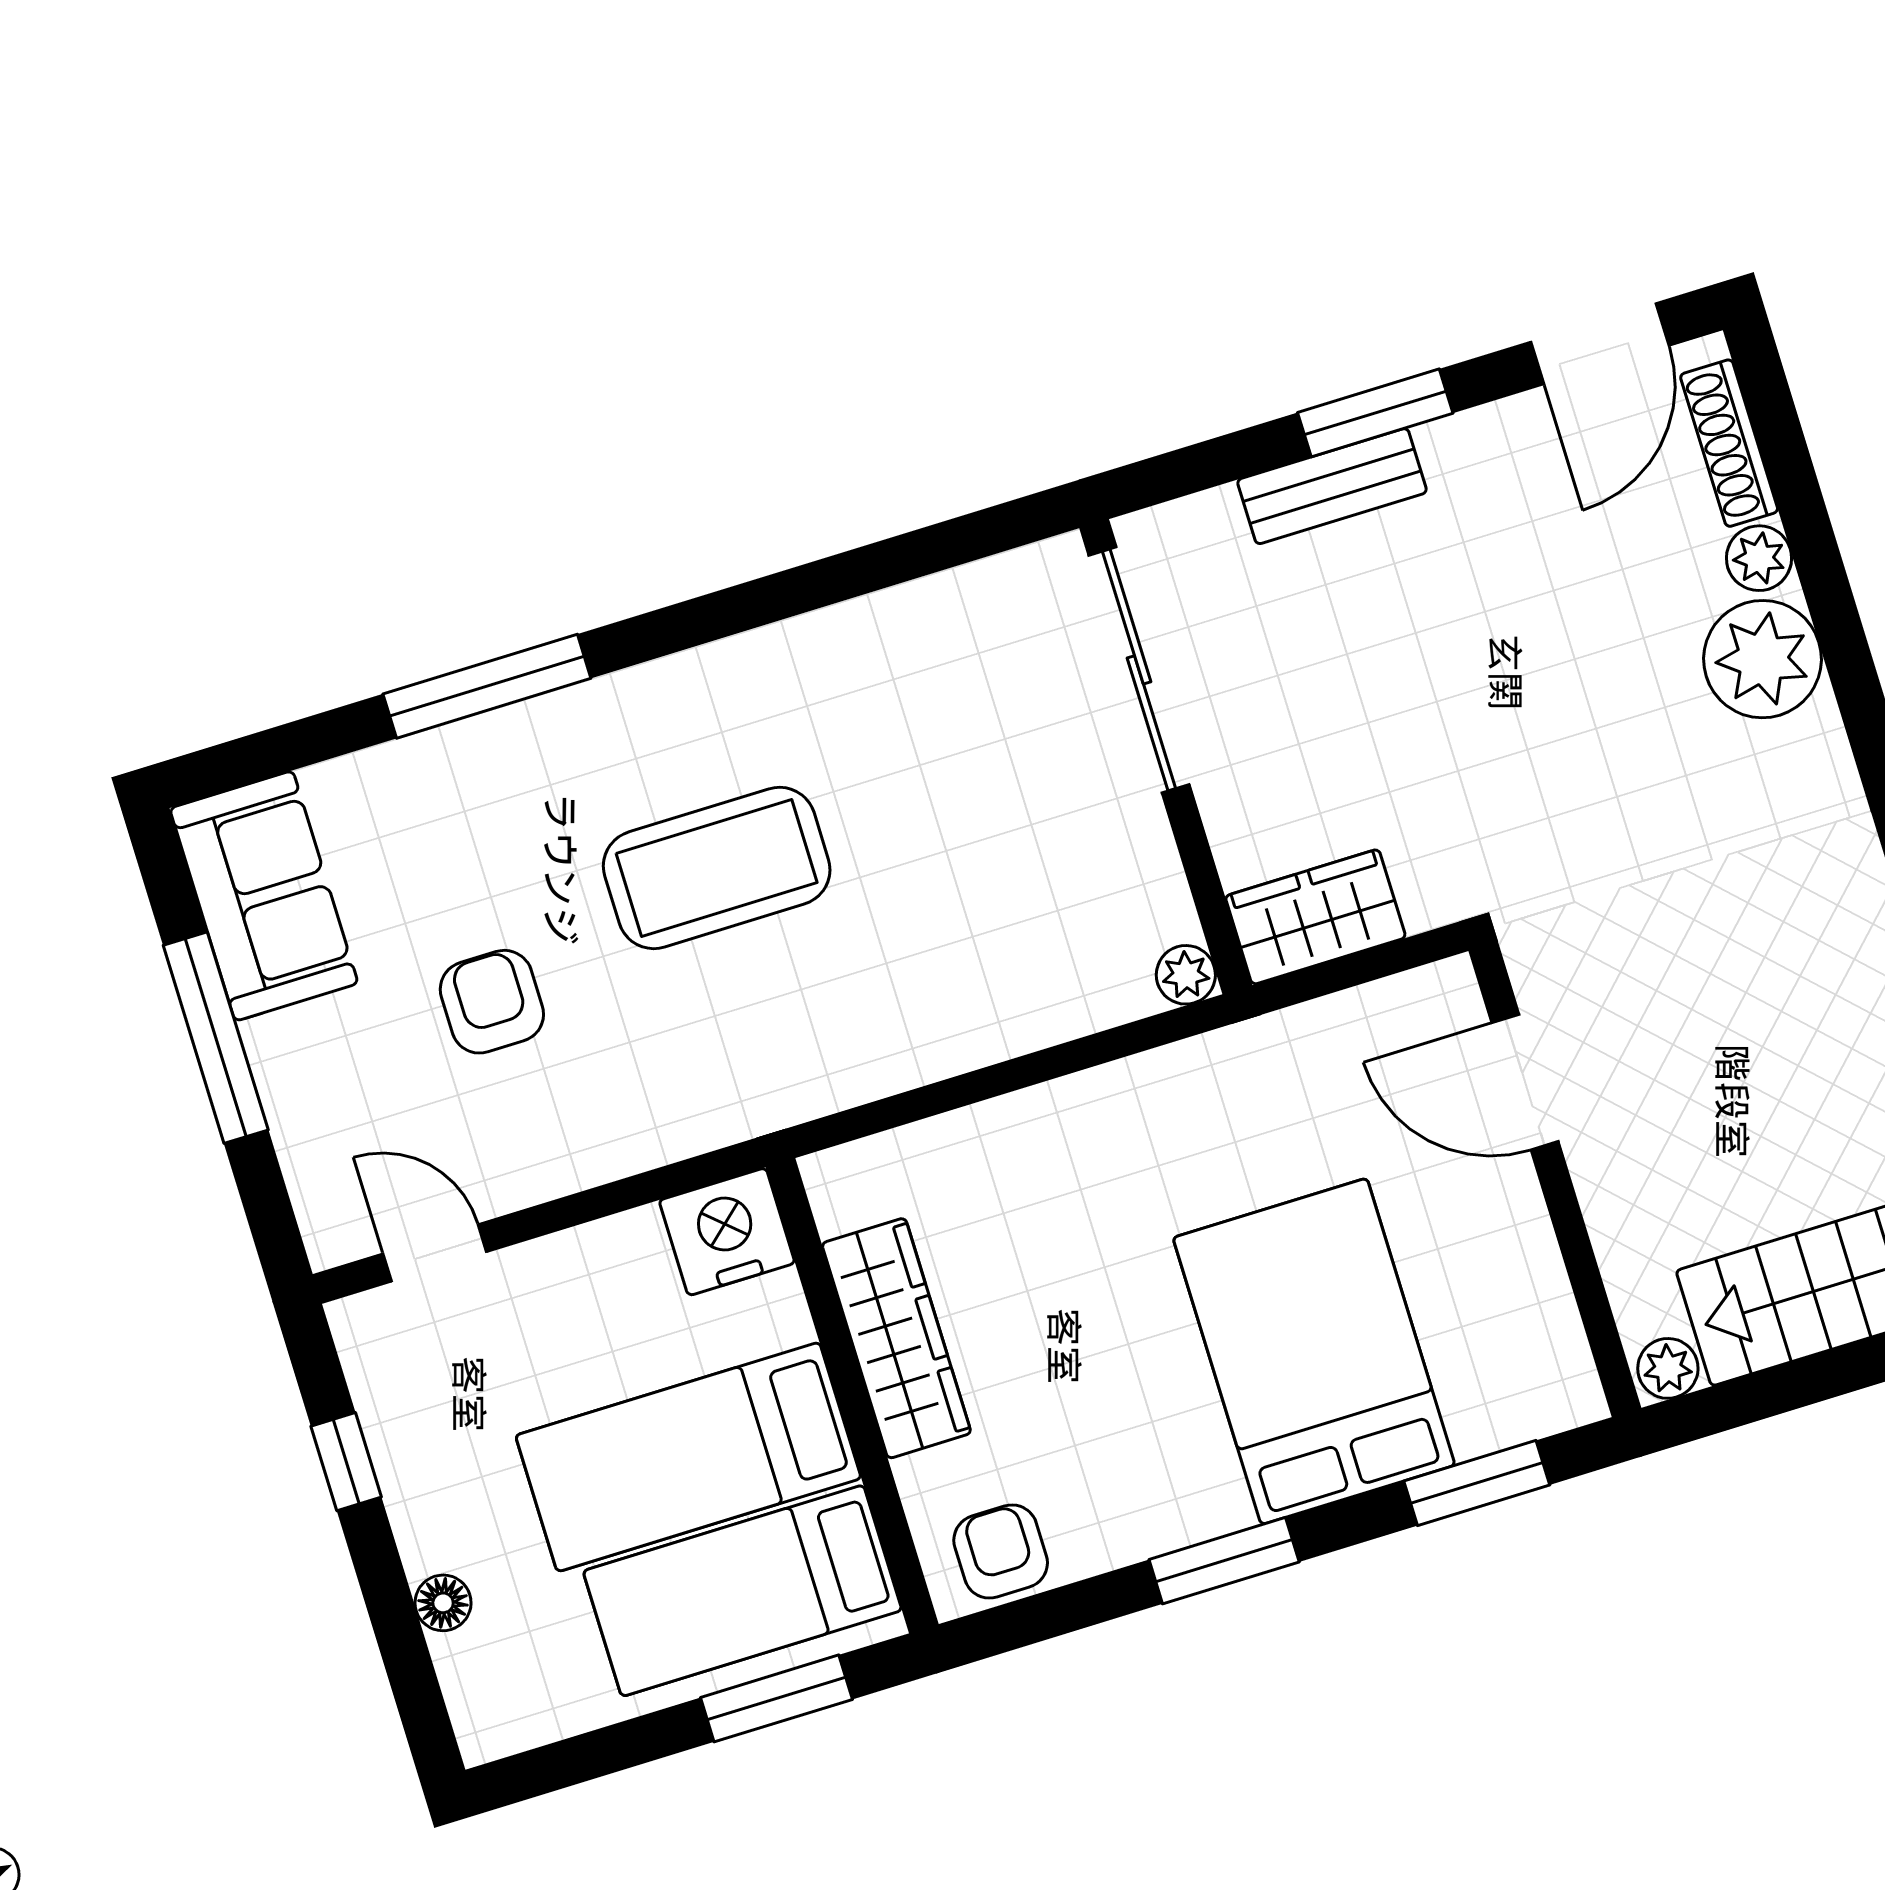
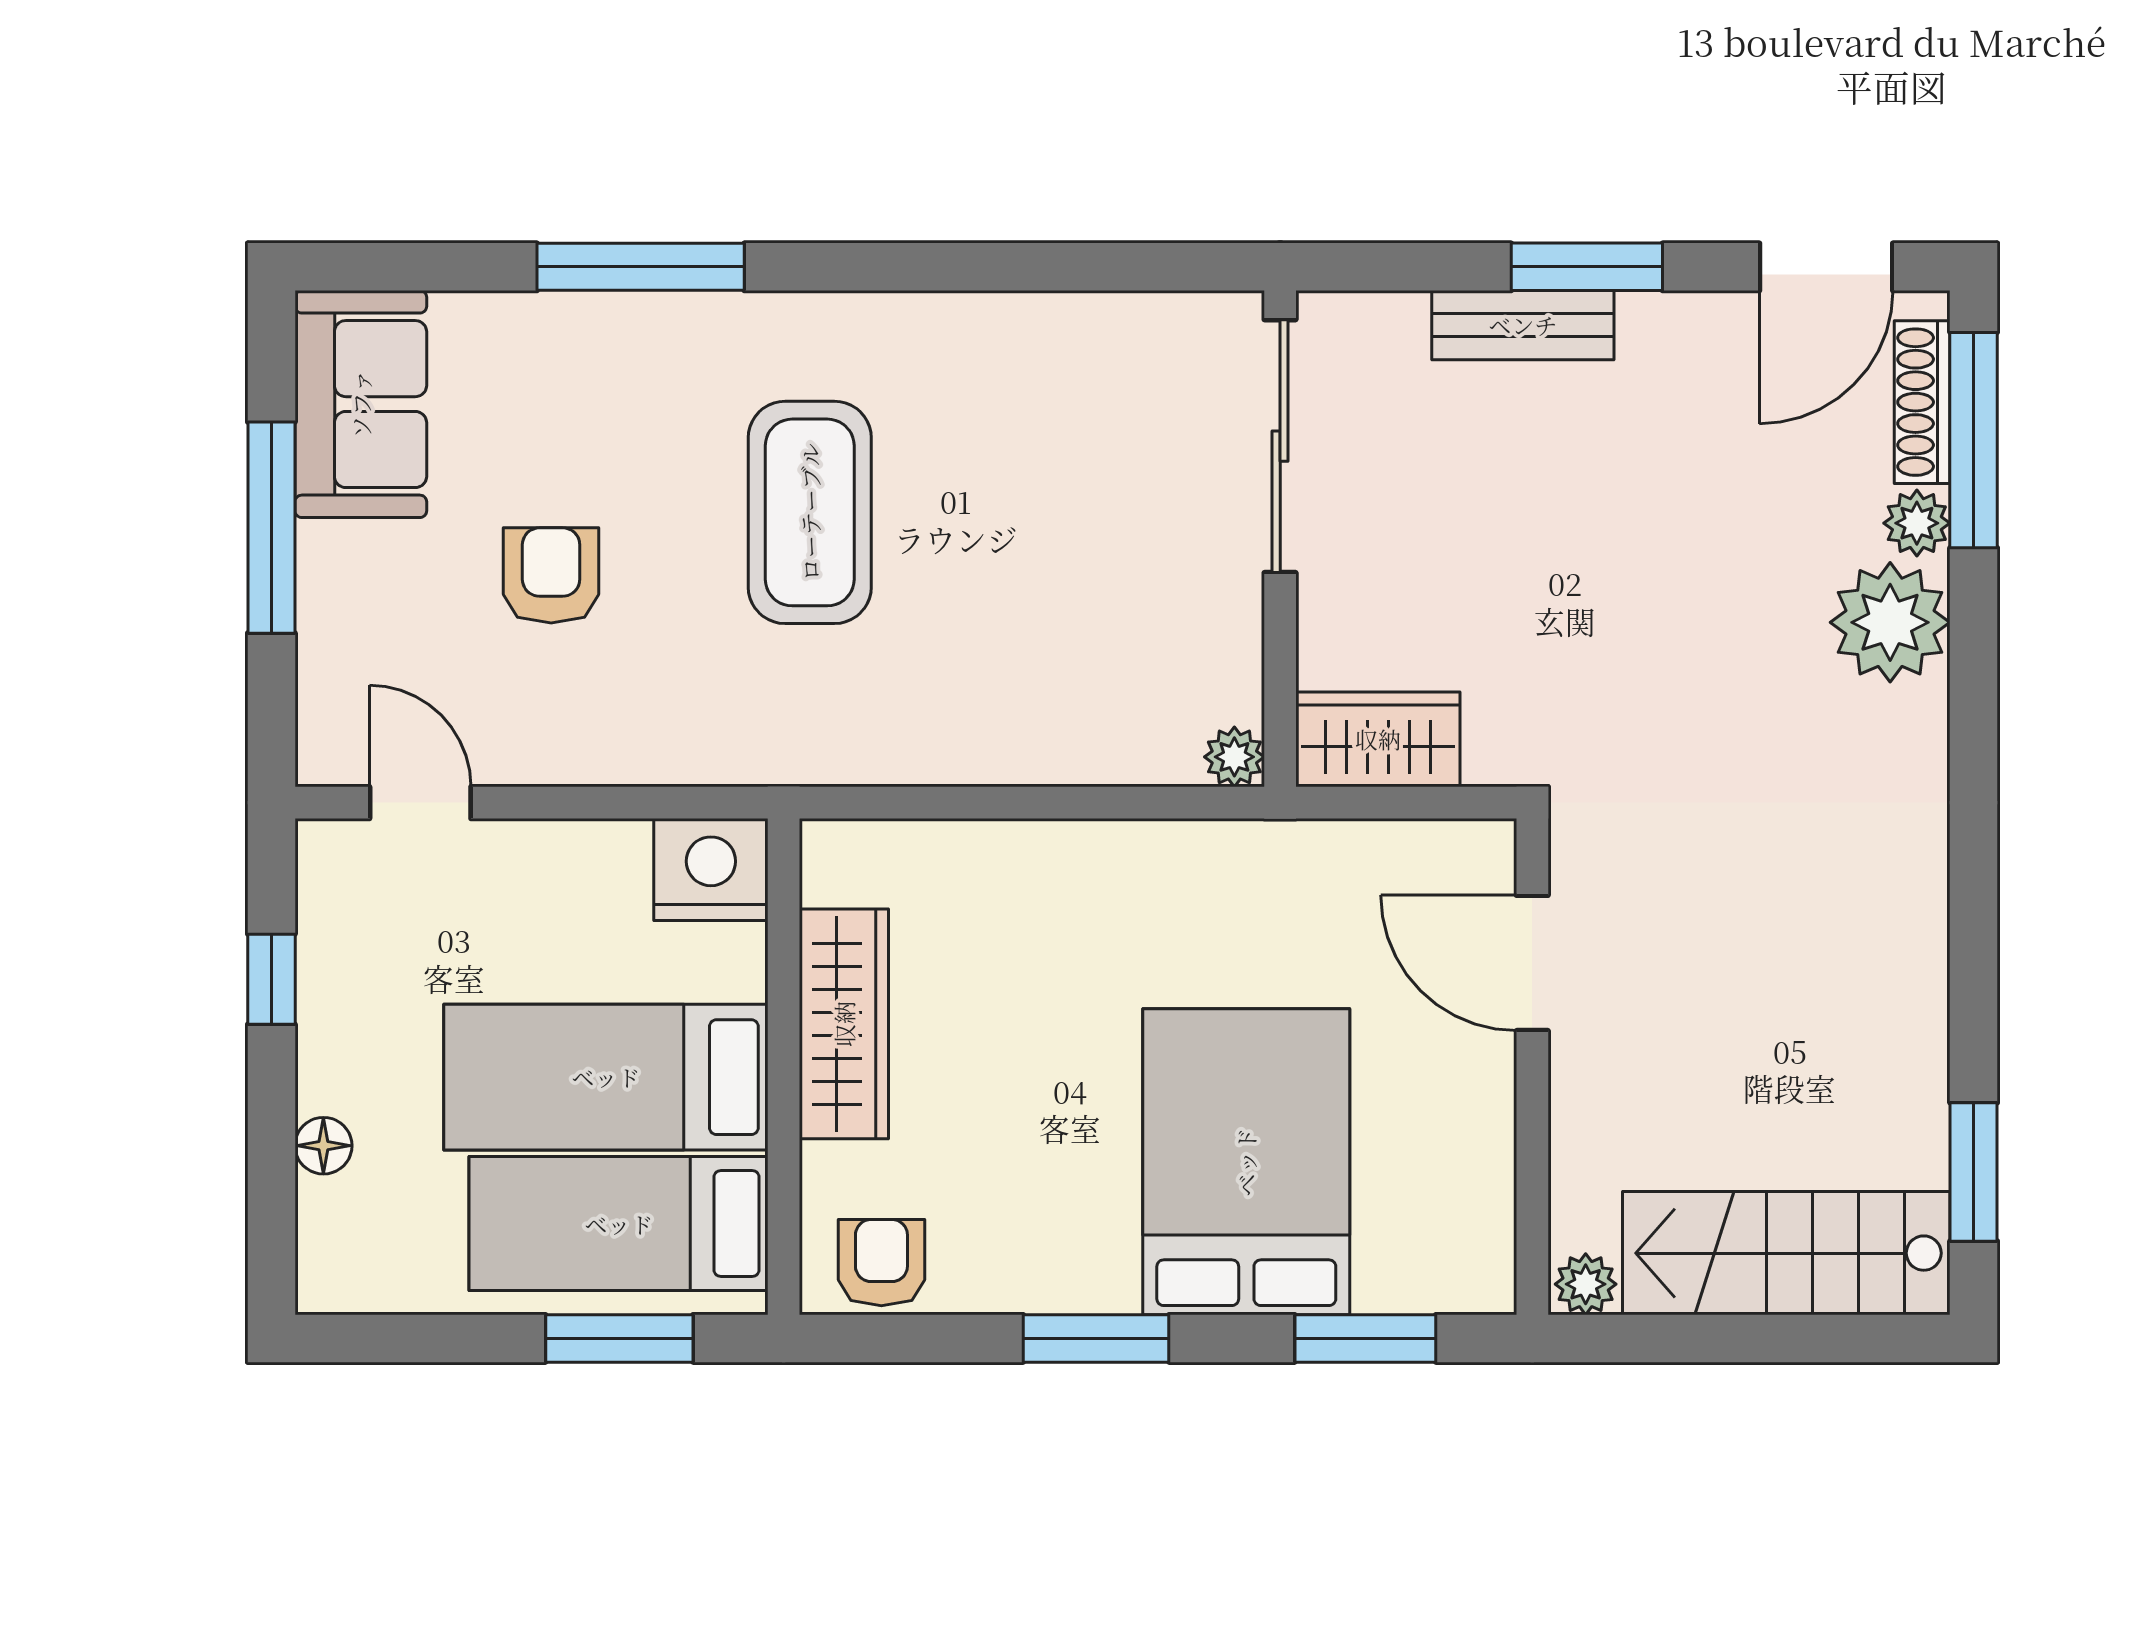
window: (1788, 464) -> (1974, 440), added
coffee table: (717, 868) -> (810, 512), turned 90

